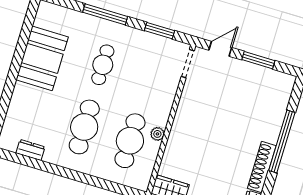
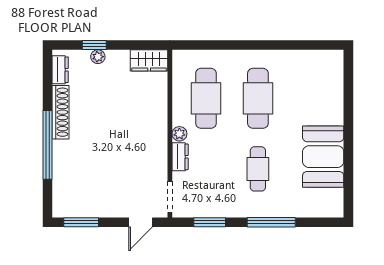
window: (258, 60) -> (81, 222), moved
plant: (157, 134) -> (179, 134), moved
dresser: (31, 150) -> (180, 157), moved, turned -90

